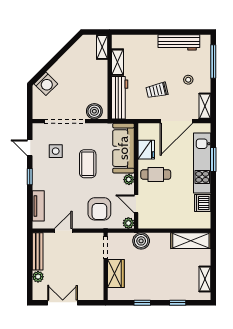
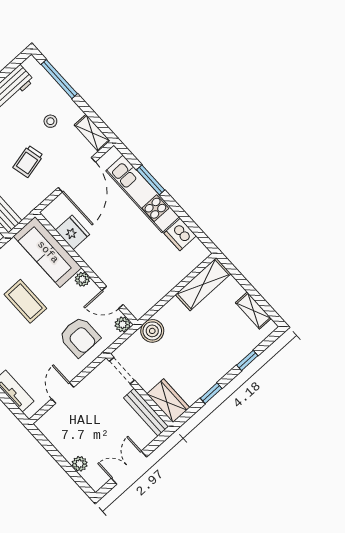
cafe table: (156, 174) -> (105, 249), removed
bench: (38, 251) -> (146, 412), moved
wardrobe: (116, 274) -> (168, 401), moved

